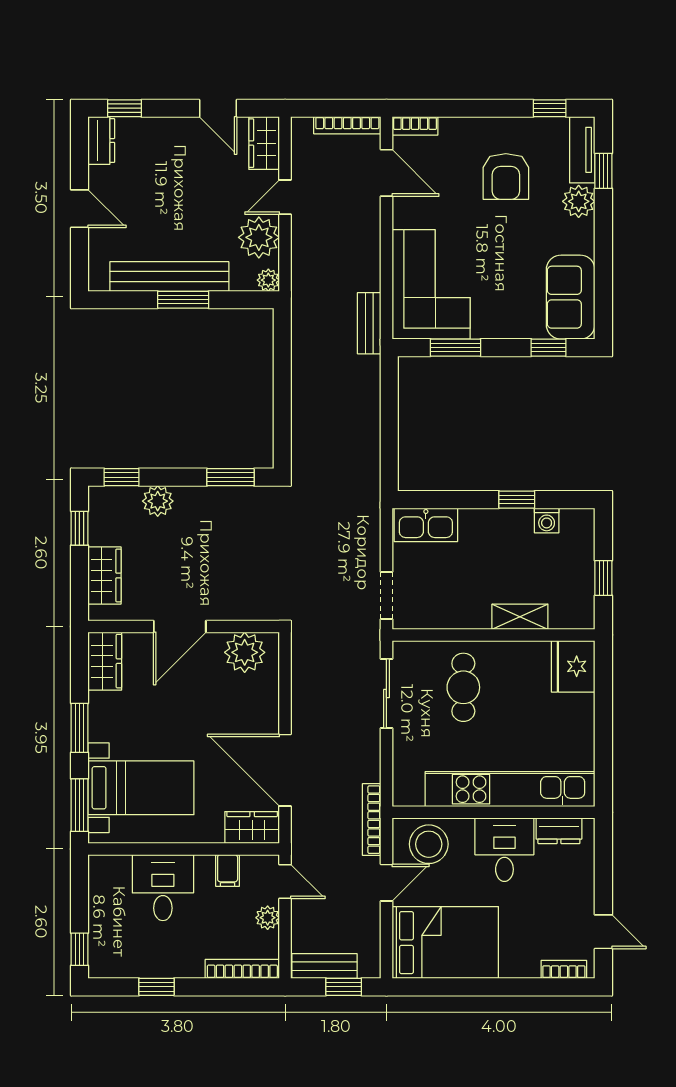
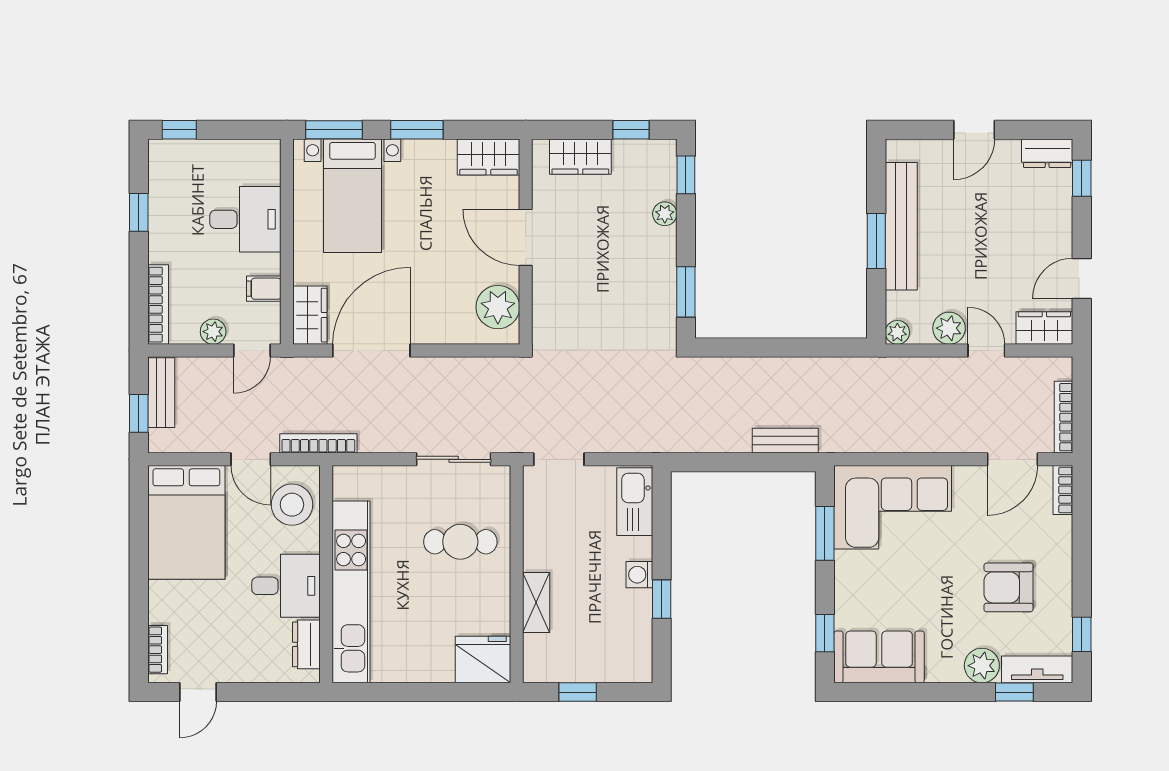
plant: (259, 237) -> (949, 328), width x0.73, depth x0.73
bench: (369, 323) -> (785, 441), moved
plant: (158, 501) -> (665, 214), width x0.73, depth x0.73
washing machine: (547, 520) -> (639, 575), moved

